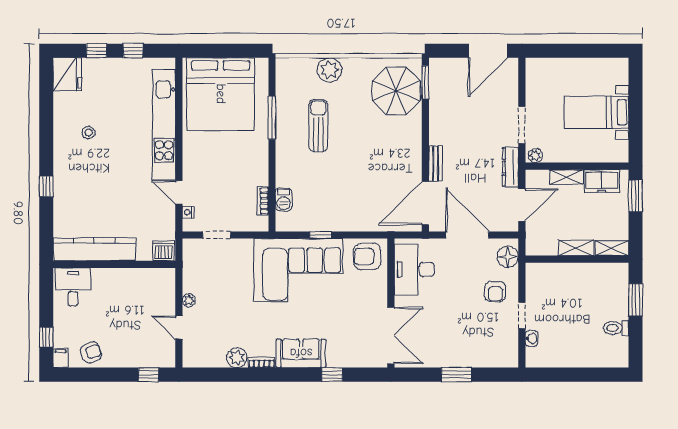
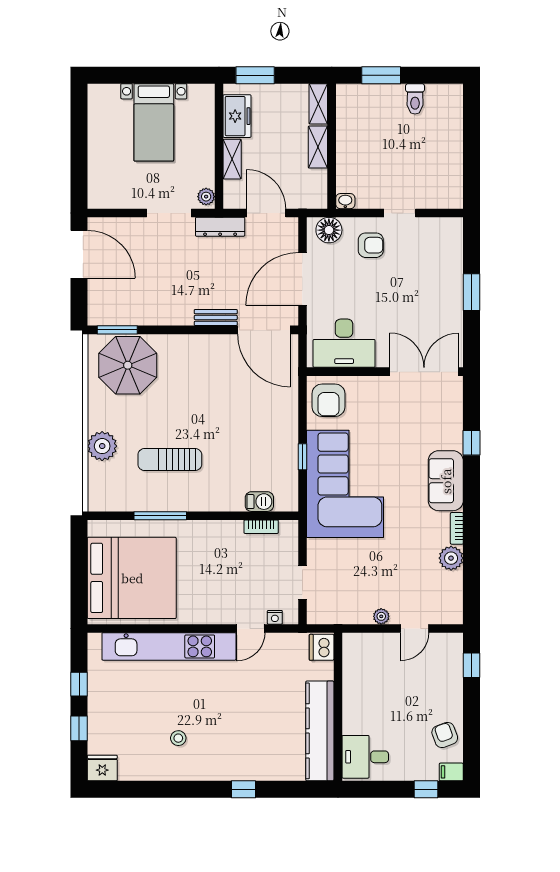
fridge: (67, 74) -> (102, 768), width x0.73, depth x0.75
washbasin: (532, 338) -> (345, 201), moved

